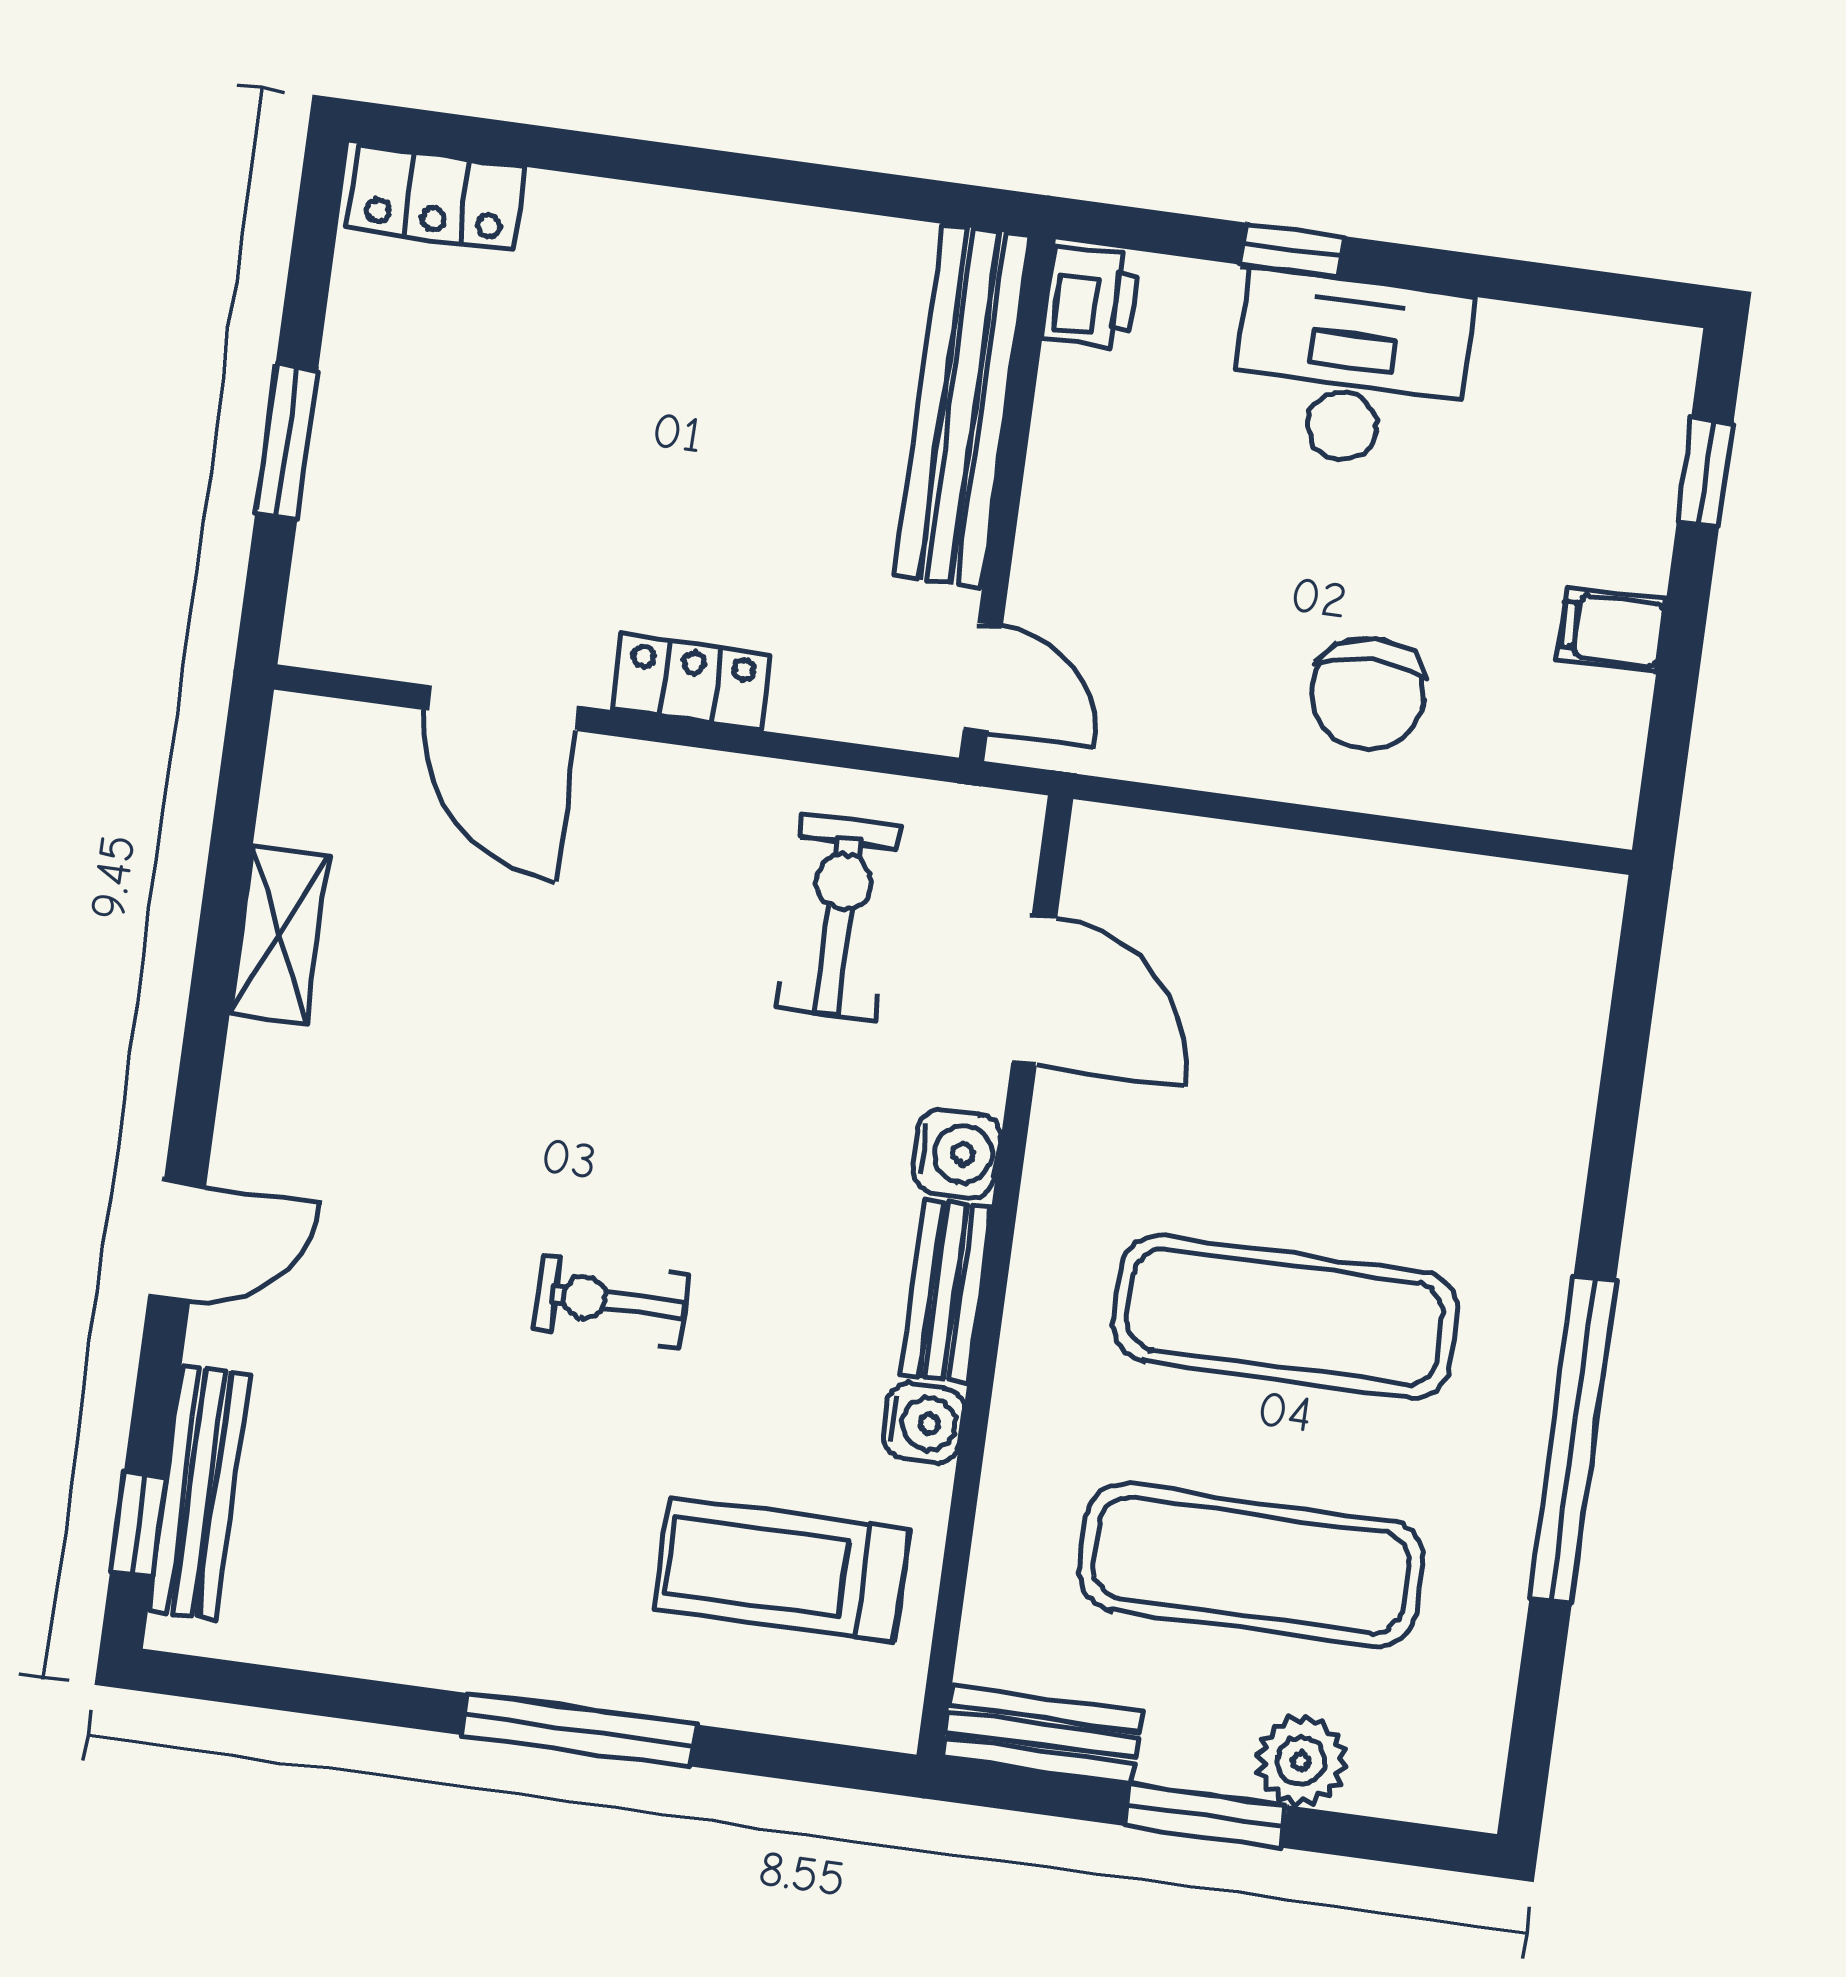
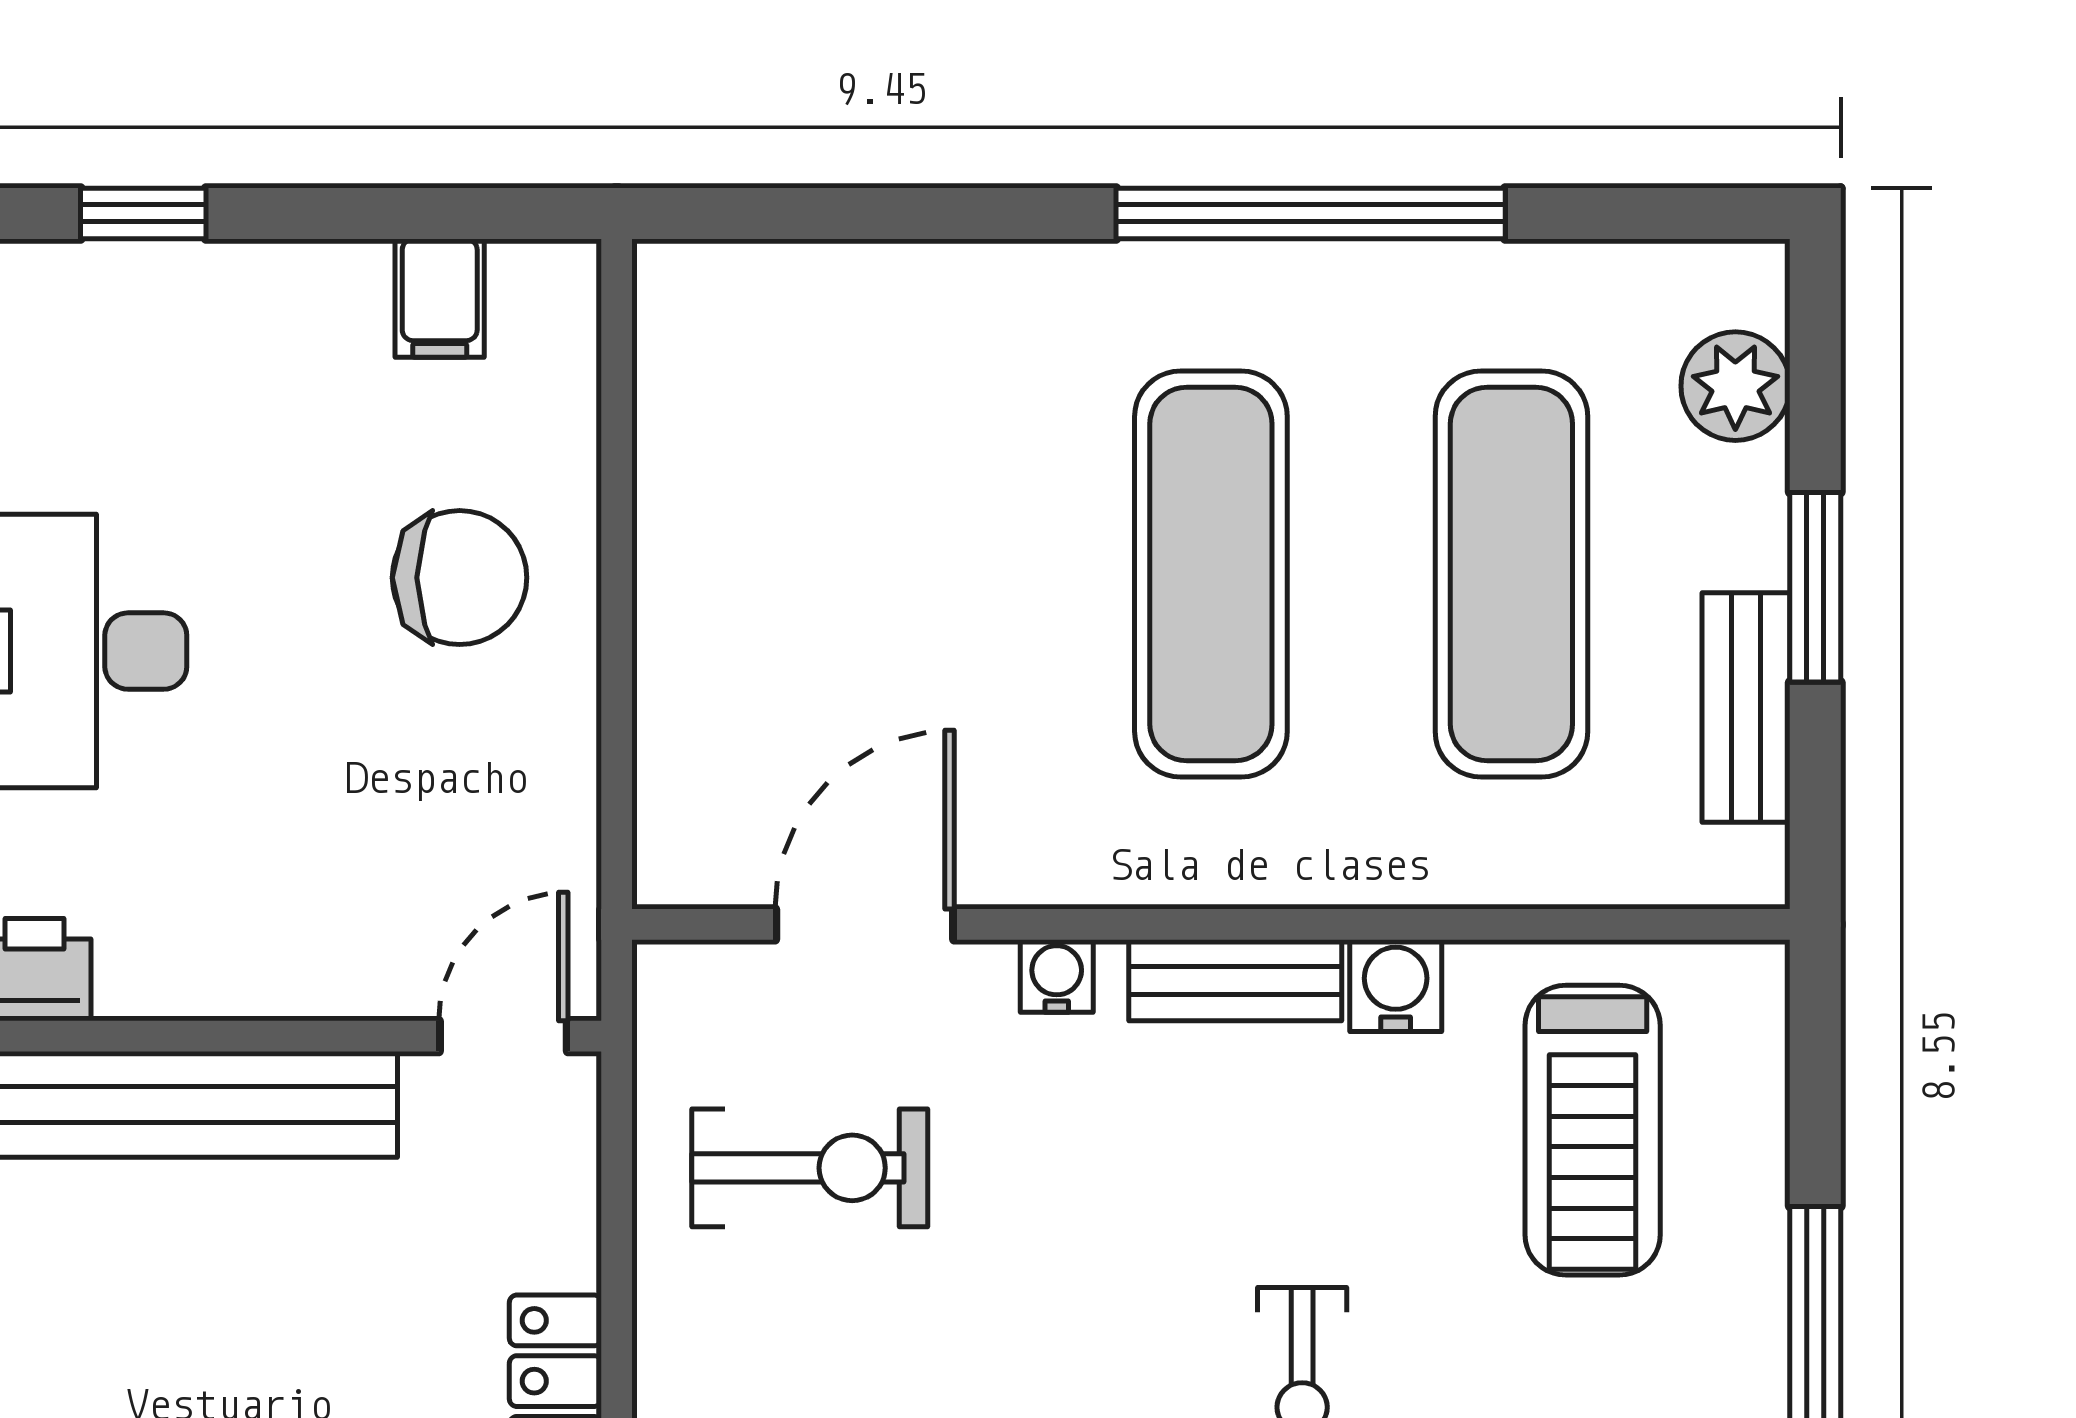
filing cabinet: (1612, 630) -> (440, 298), moved
exercise bike: (839, 917) -> (810, 1168), turned 180
water cooler: (957, 1153) -> (1057, 976), width x0.72, depth x0.72
bench: (1042, 1735) -> (1746, 708), moved
plant: (1301, 1761) -> (1735, 386), moved

